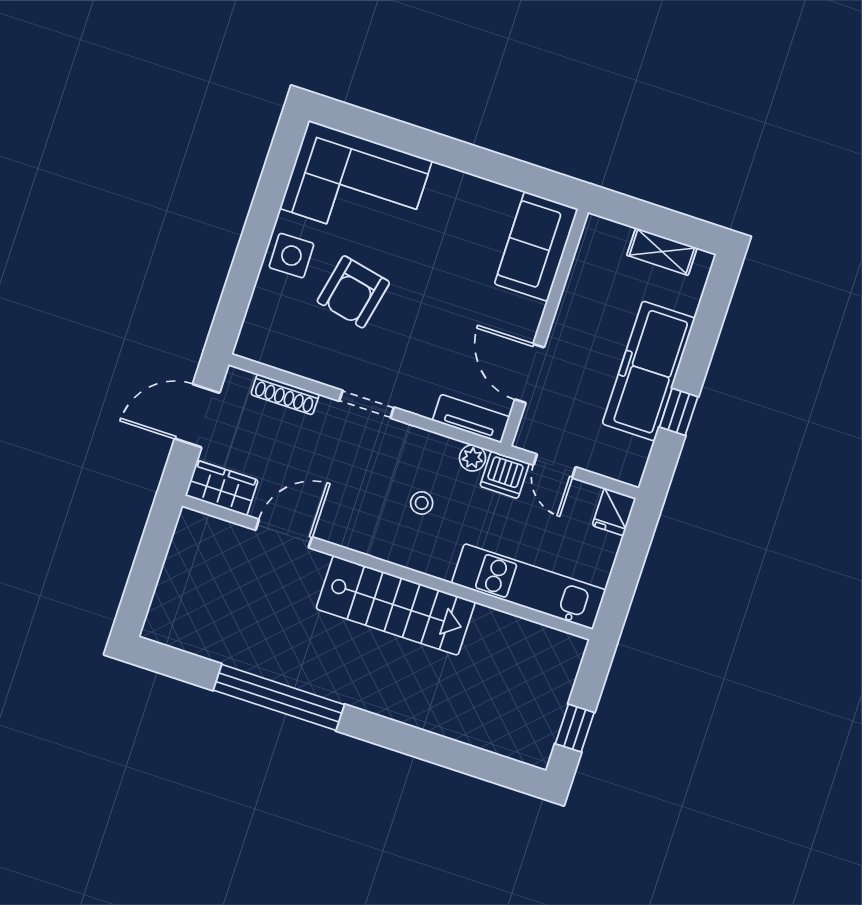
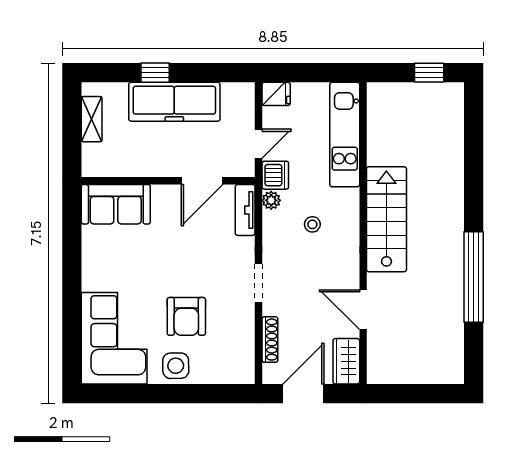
armchair: (353, 292) -> (186, 316), turned 78
window: (679, 412) -> (155, 73), moved
door: (197, 416) -> (303, 394), swing flipped

